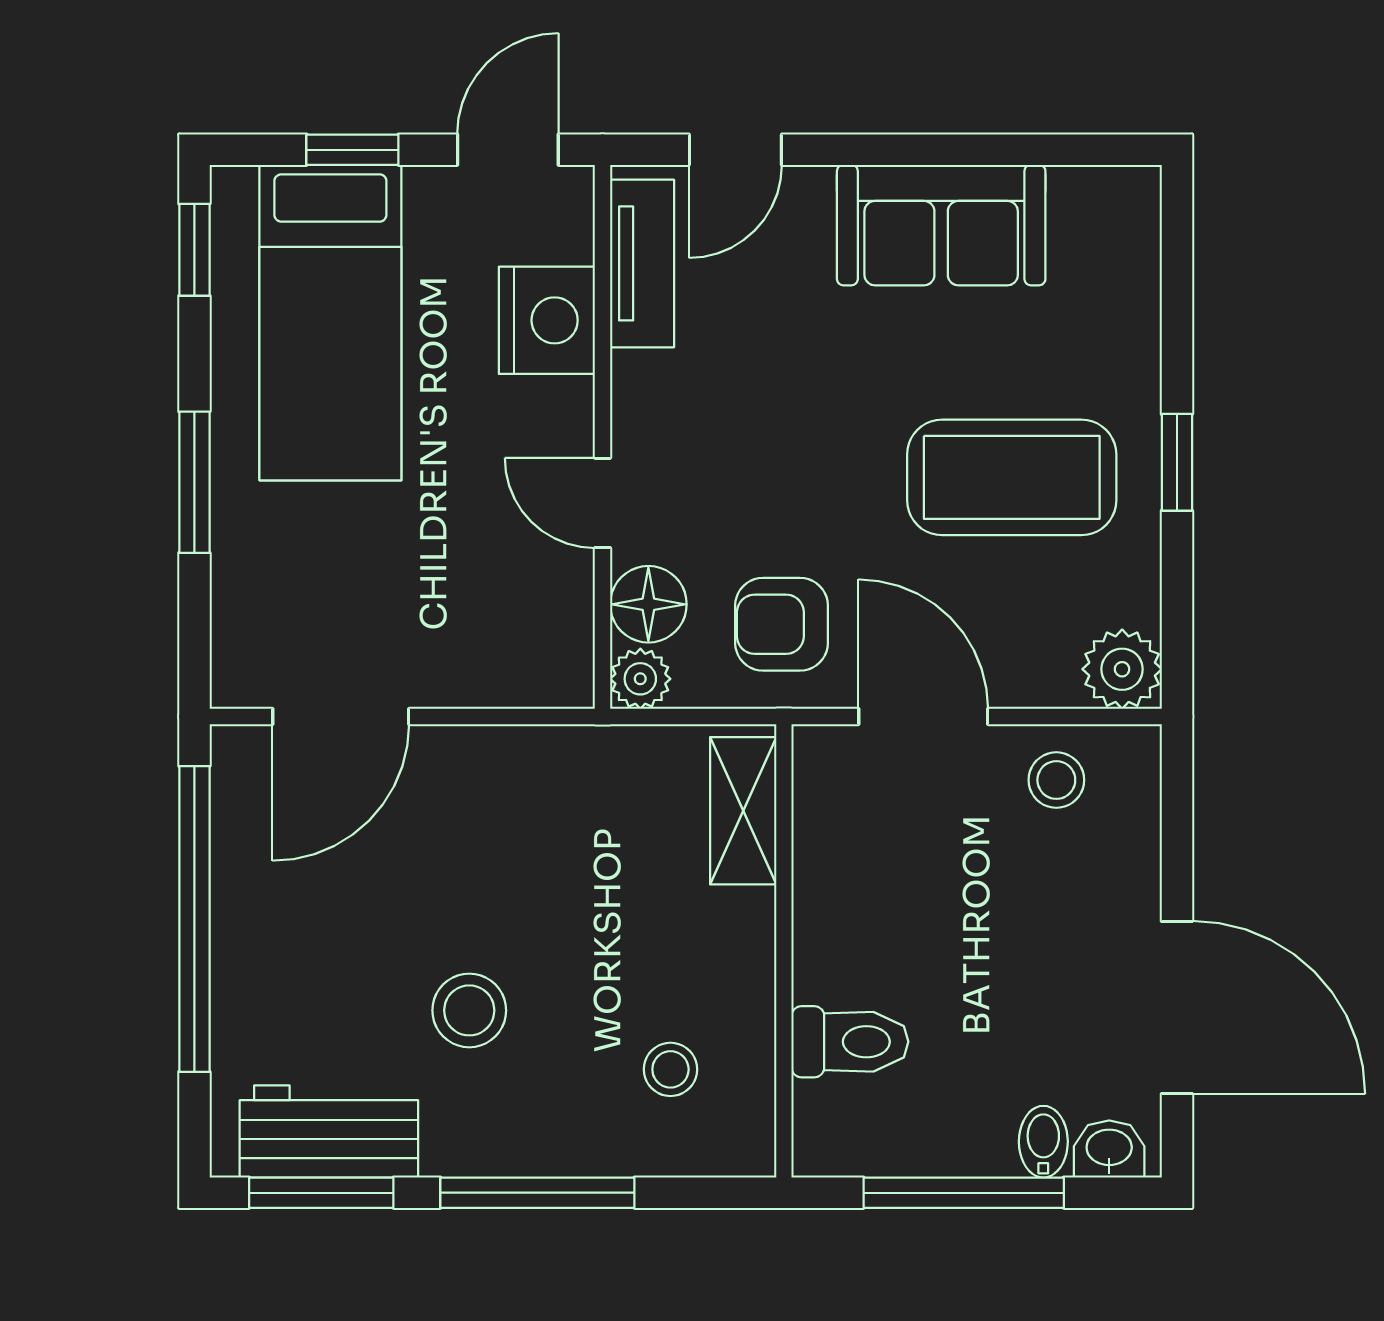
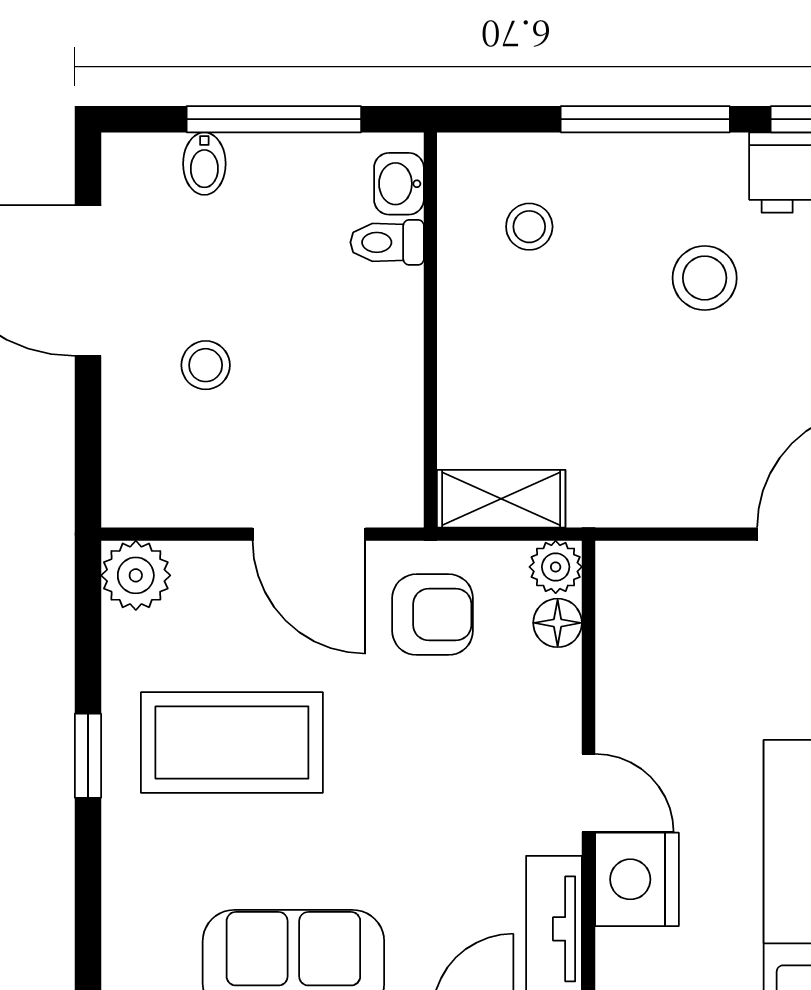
door: (603, 503) -> (588, 793), moved
floor lamp: (648, 604) -> (558, 623), width x0.73, depth x0.73
stool: (1056, 780) -> (206, 365), moved
shelving: (743, 811) -> (501, 499), moved, turned 90
toilet: (850, 1042) -> (387, 242), width x0.73, depth x0.72
washbasin: (1109, 1149) -> (399, 184), moved, turned 90

